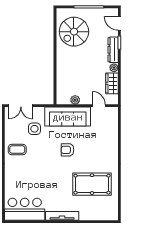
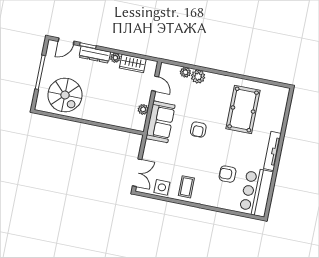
door: (99, 106) -> (155, 84), swing flipped
sofa: (68, 117) -> (160, 122), width x0.73
side table: (34, 129) -> (162, 187), moved
plant: (114, 129) -> (185, 72), added
plant: (112, 141) -> (198, 77), added
armchair: (35, 182) -> (228, 174), added

